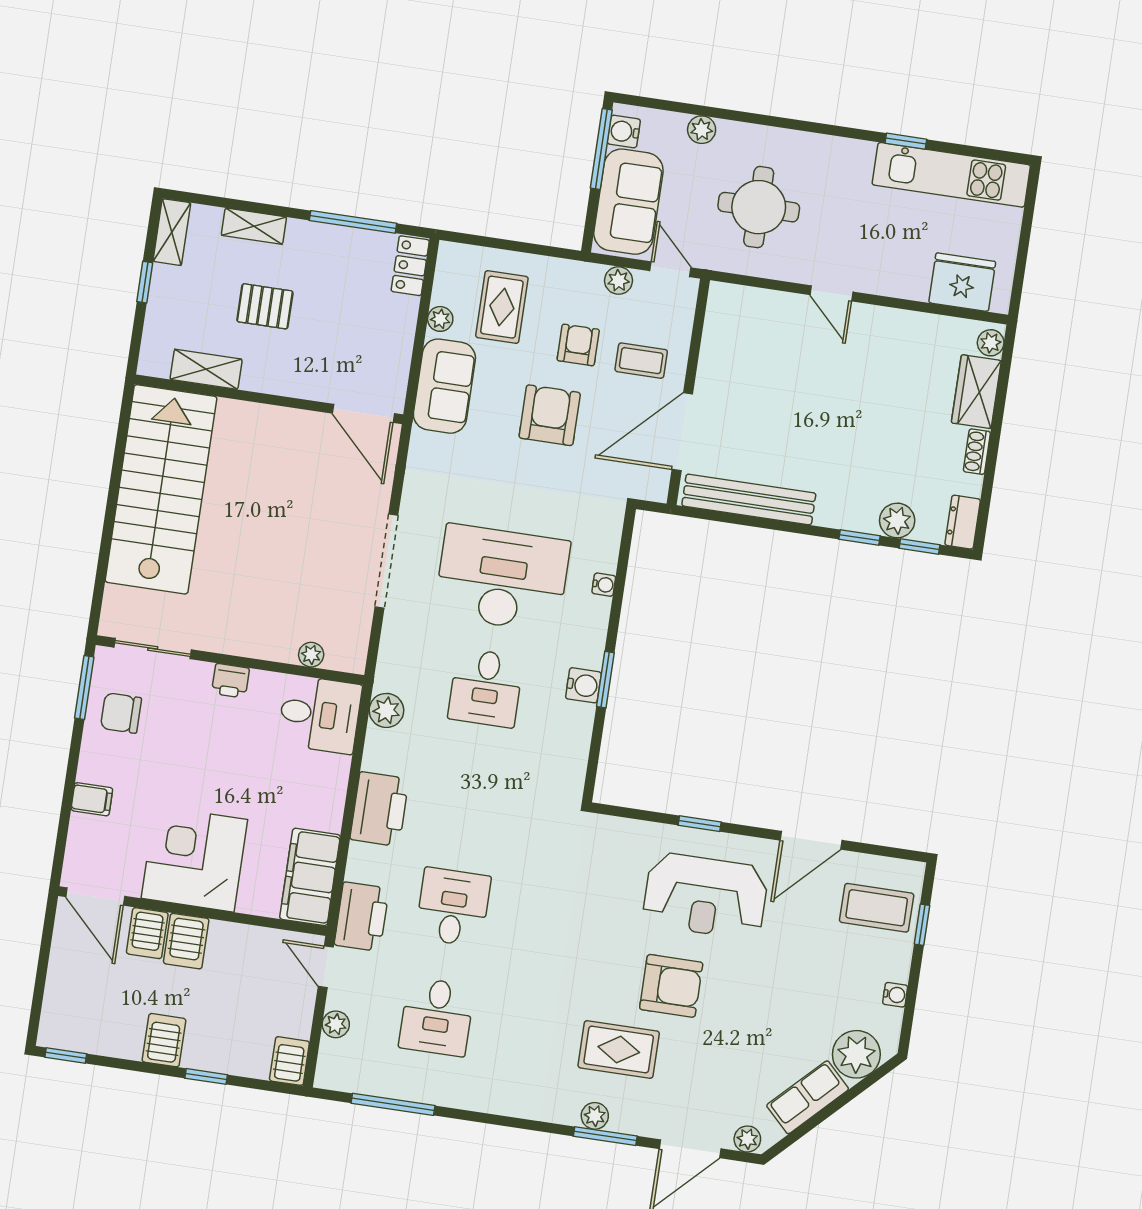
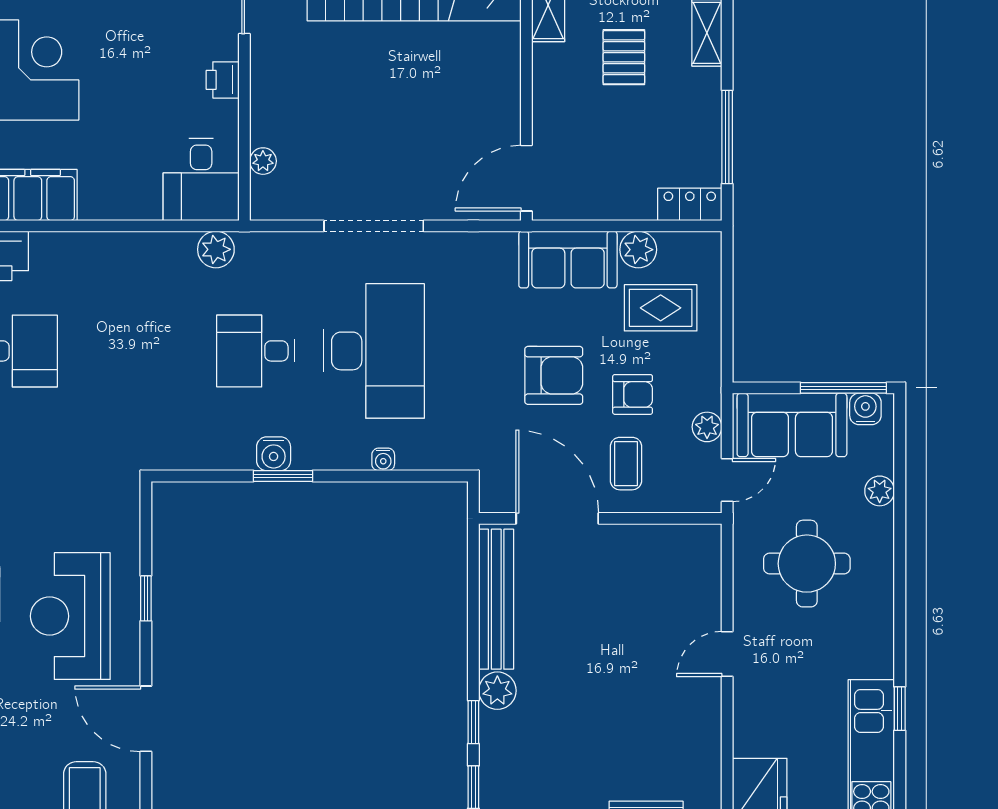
plant: (440, 319) -> (638, 250), width x1.38, depth x1.38
plant: (897, 520) -> (497, 691), moved
printer: (379, 809) -> (111, 258), removed

